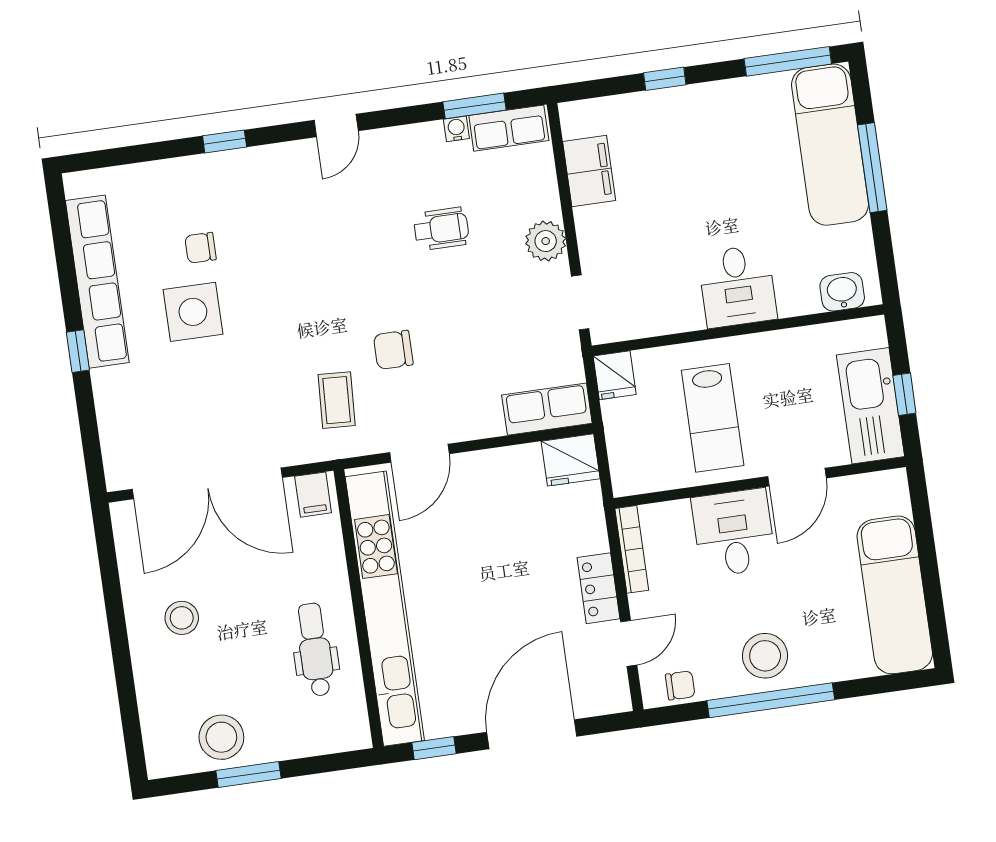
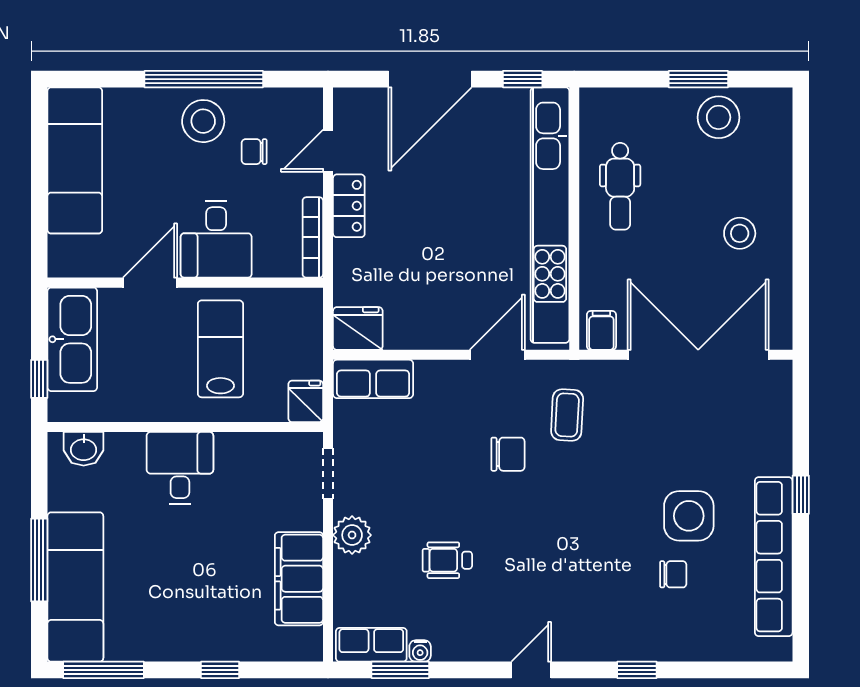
filing cabinet: (589, 171) -> (299, 579), width x1.50, depth x1.17
window: (904, 394) -> (39, 379), moved
chair: (680, 685) -> (254, 152), moved

